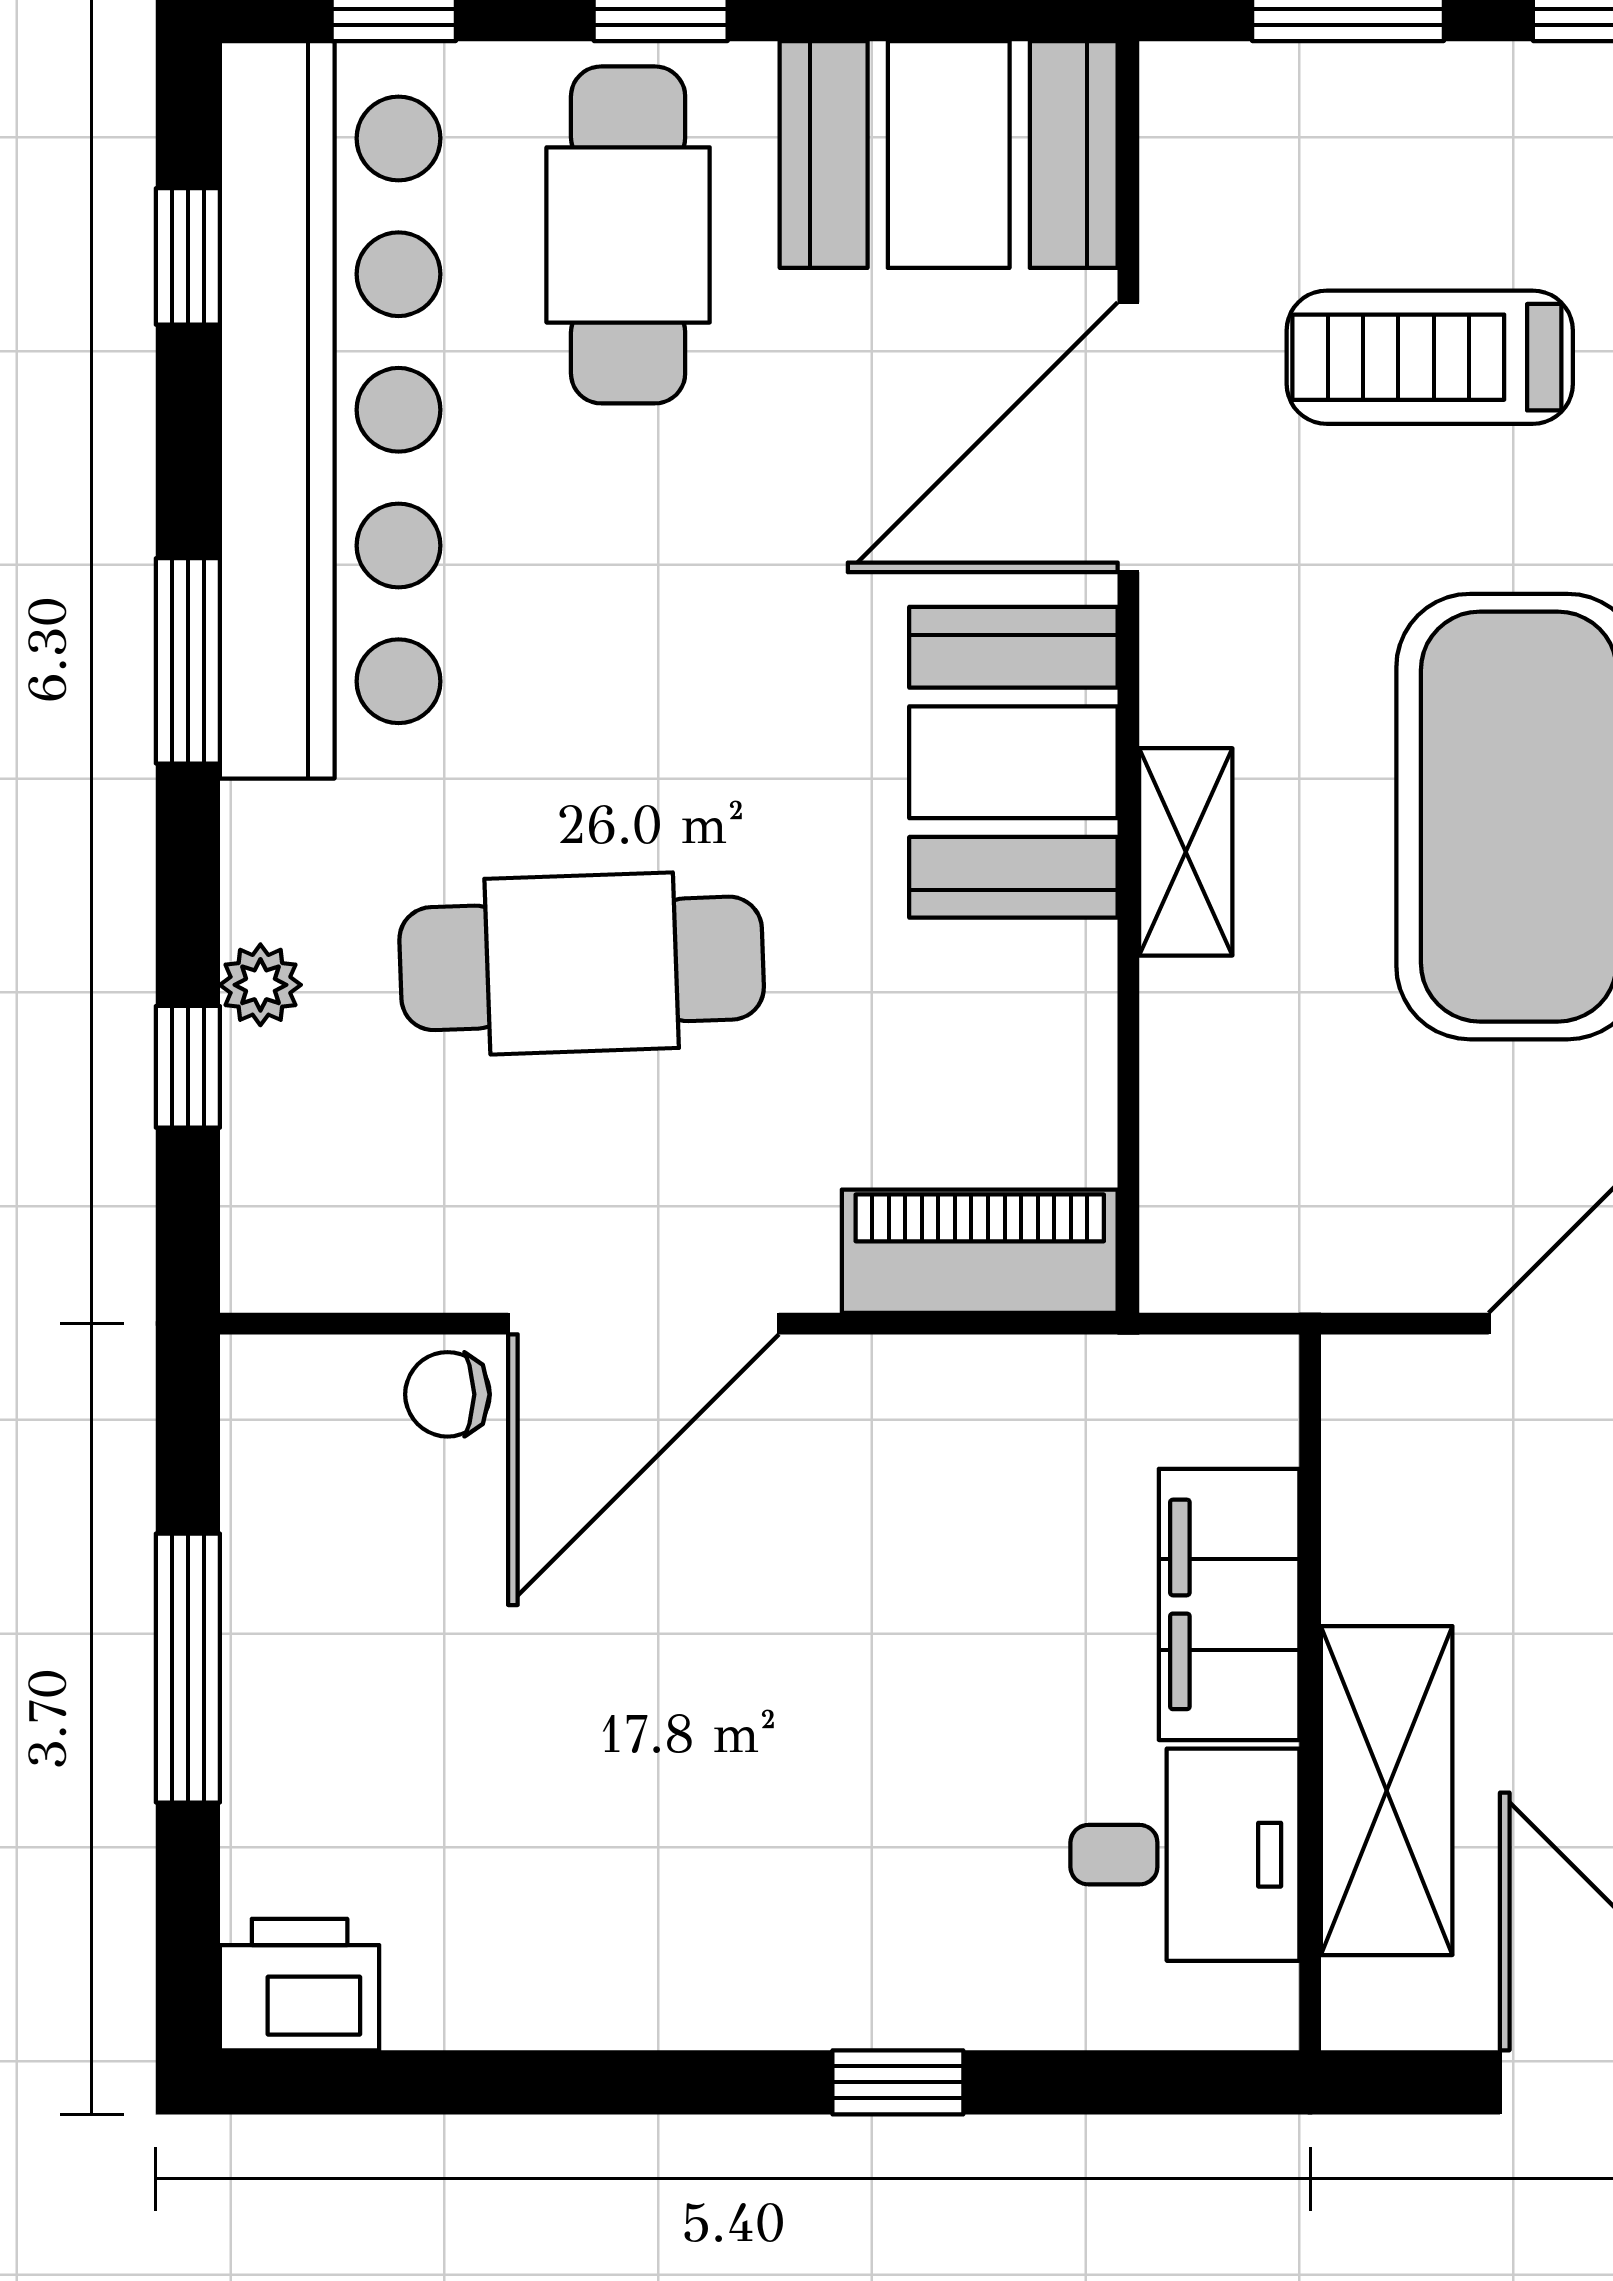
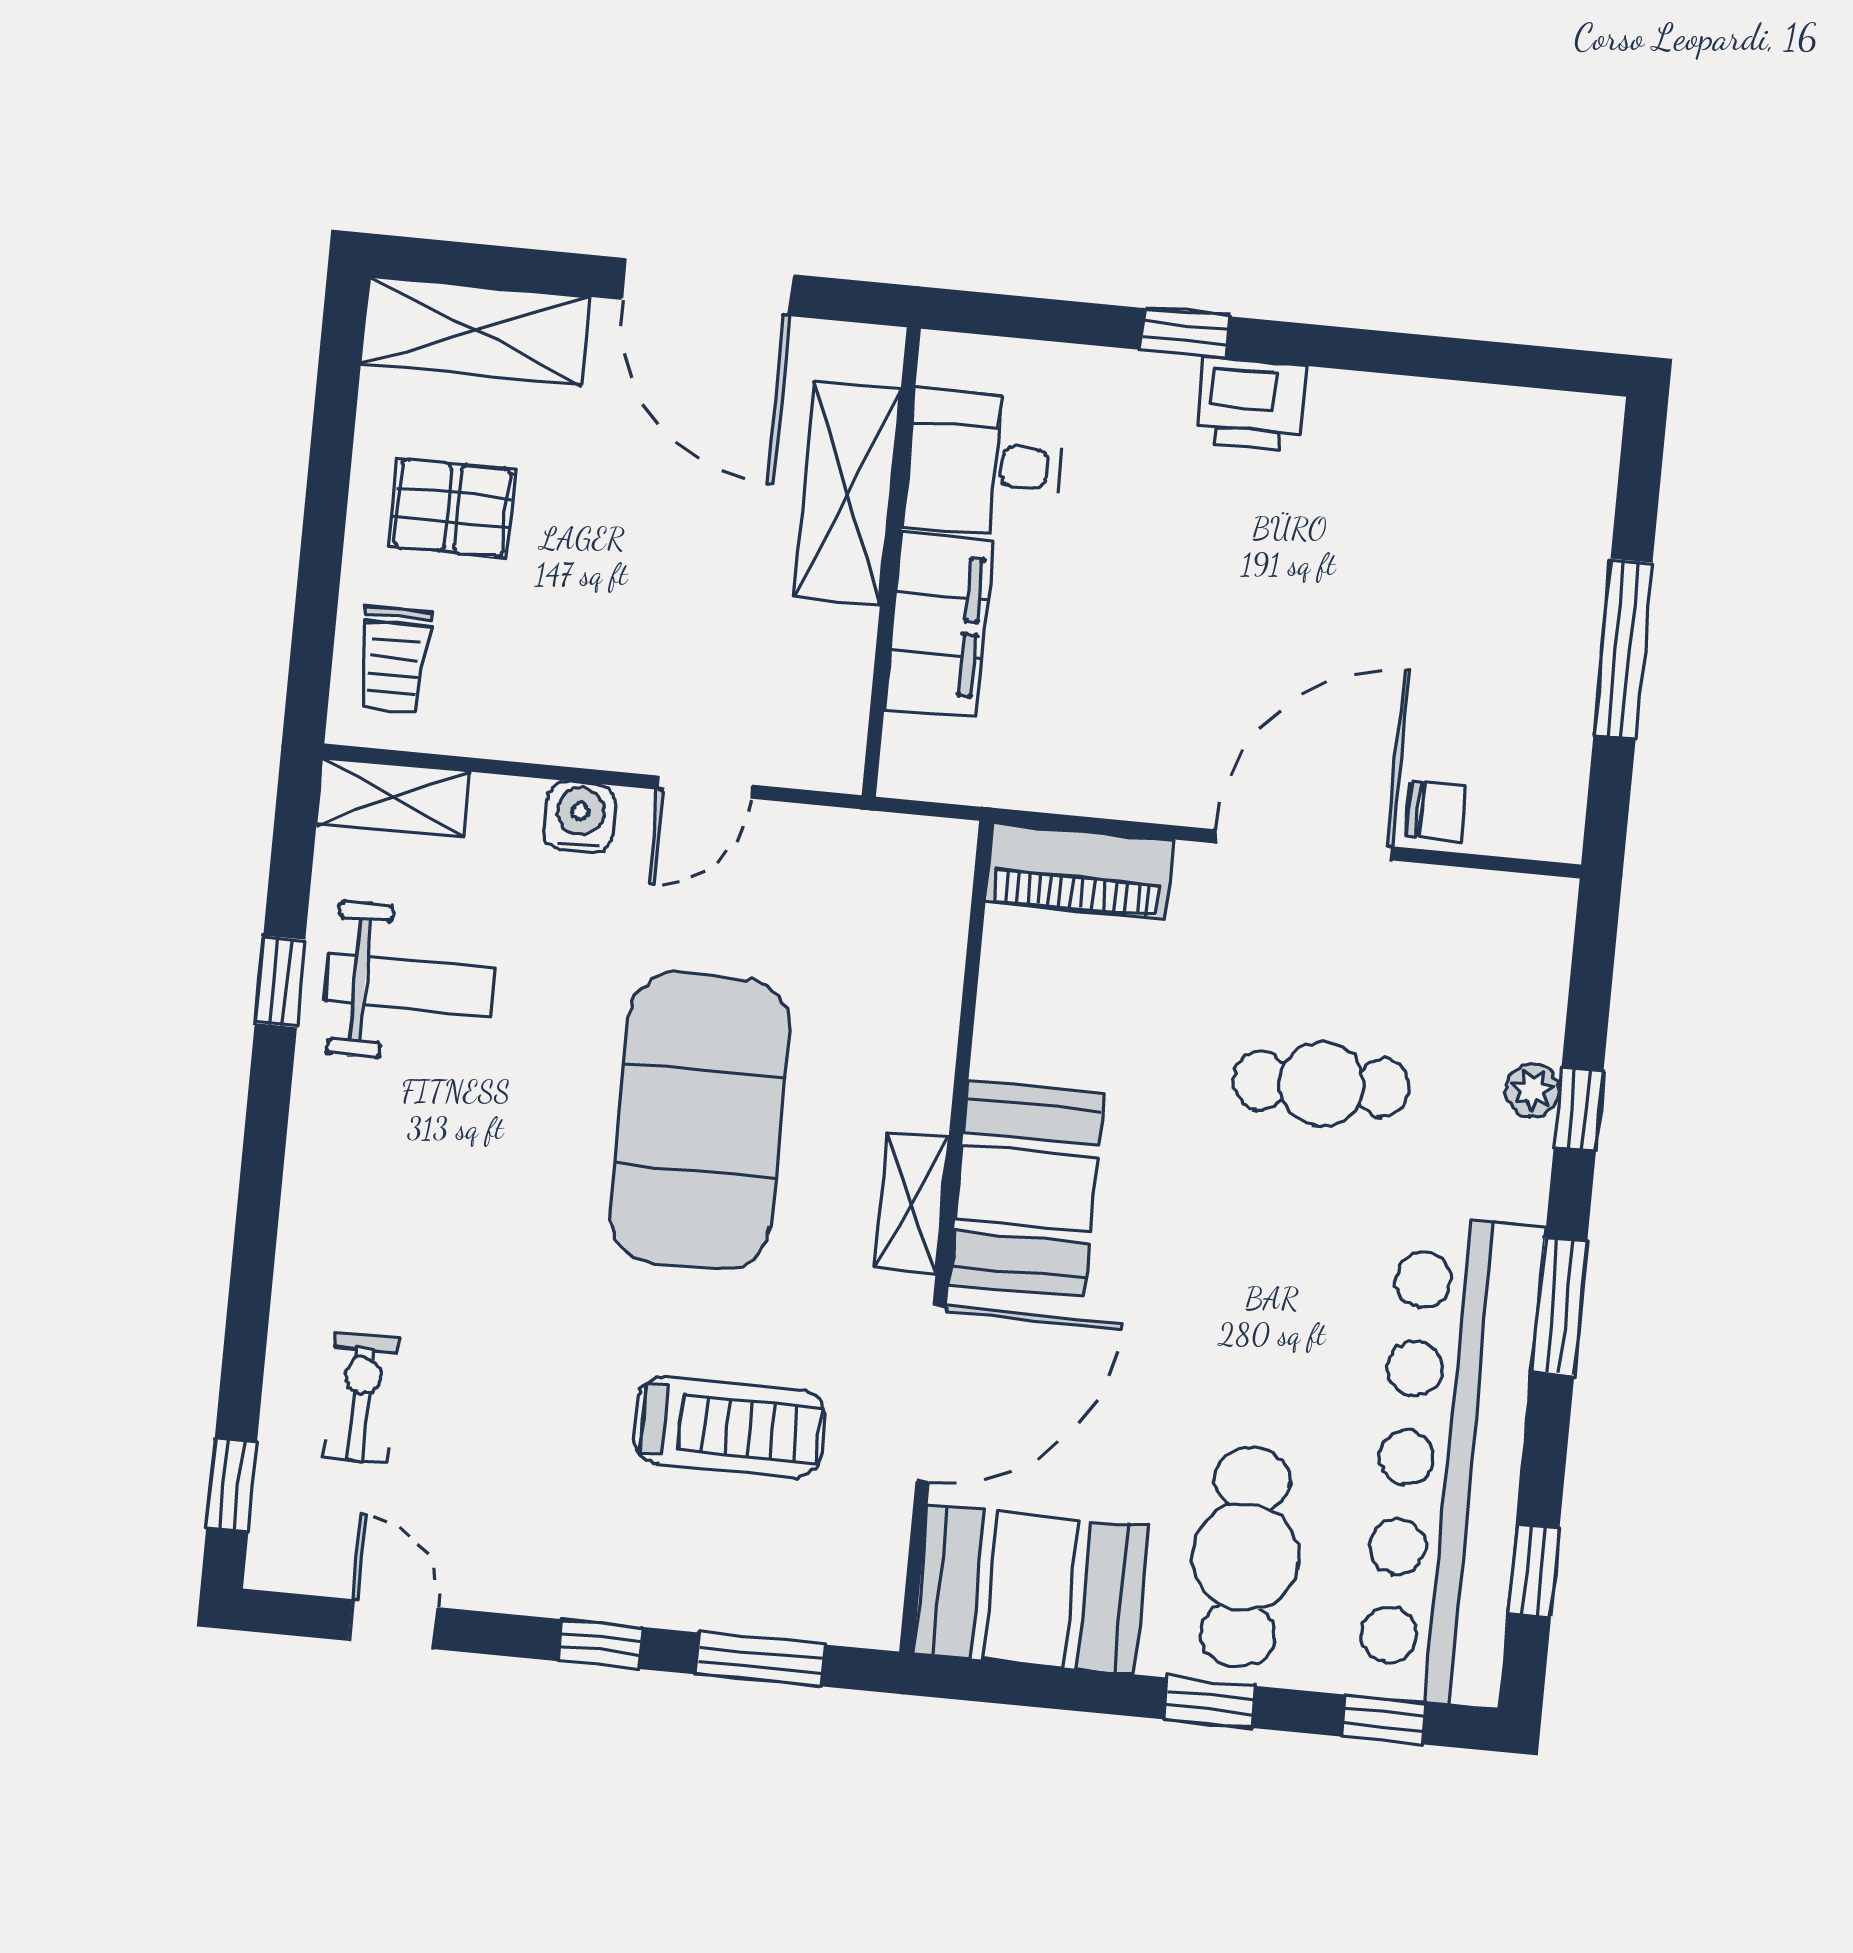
shelving: (1186, 852) -> (912, 1203), moved
cafe table: (582, 963) -> (1321, 1084), width x0.73, depth x0.74
window: (188, 1067) -> (1579, 1109), moved
printer: (300, 1985) -> (1251, 404), moved

